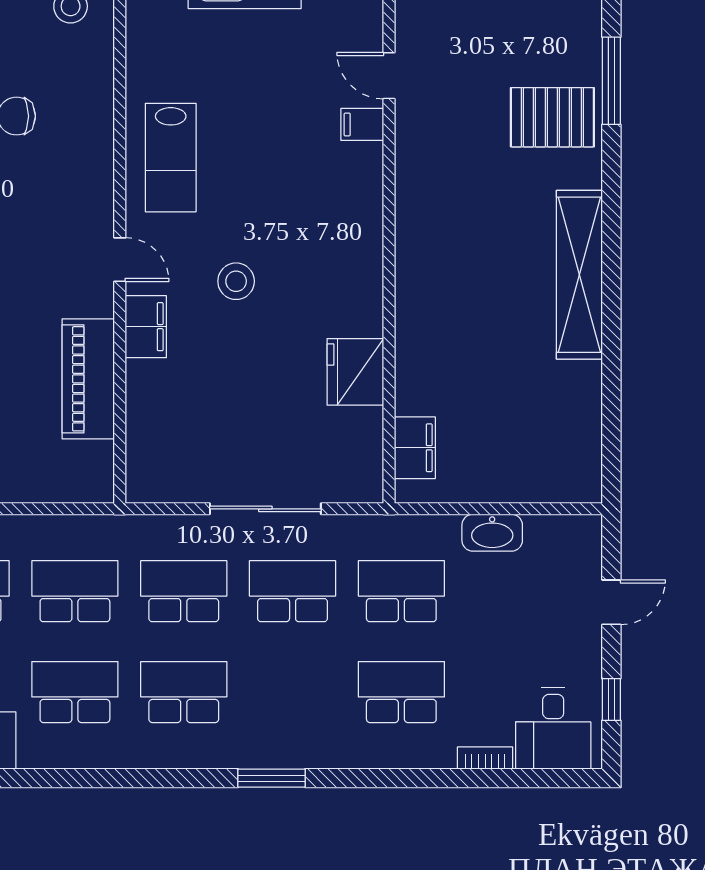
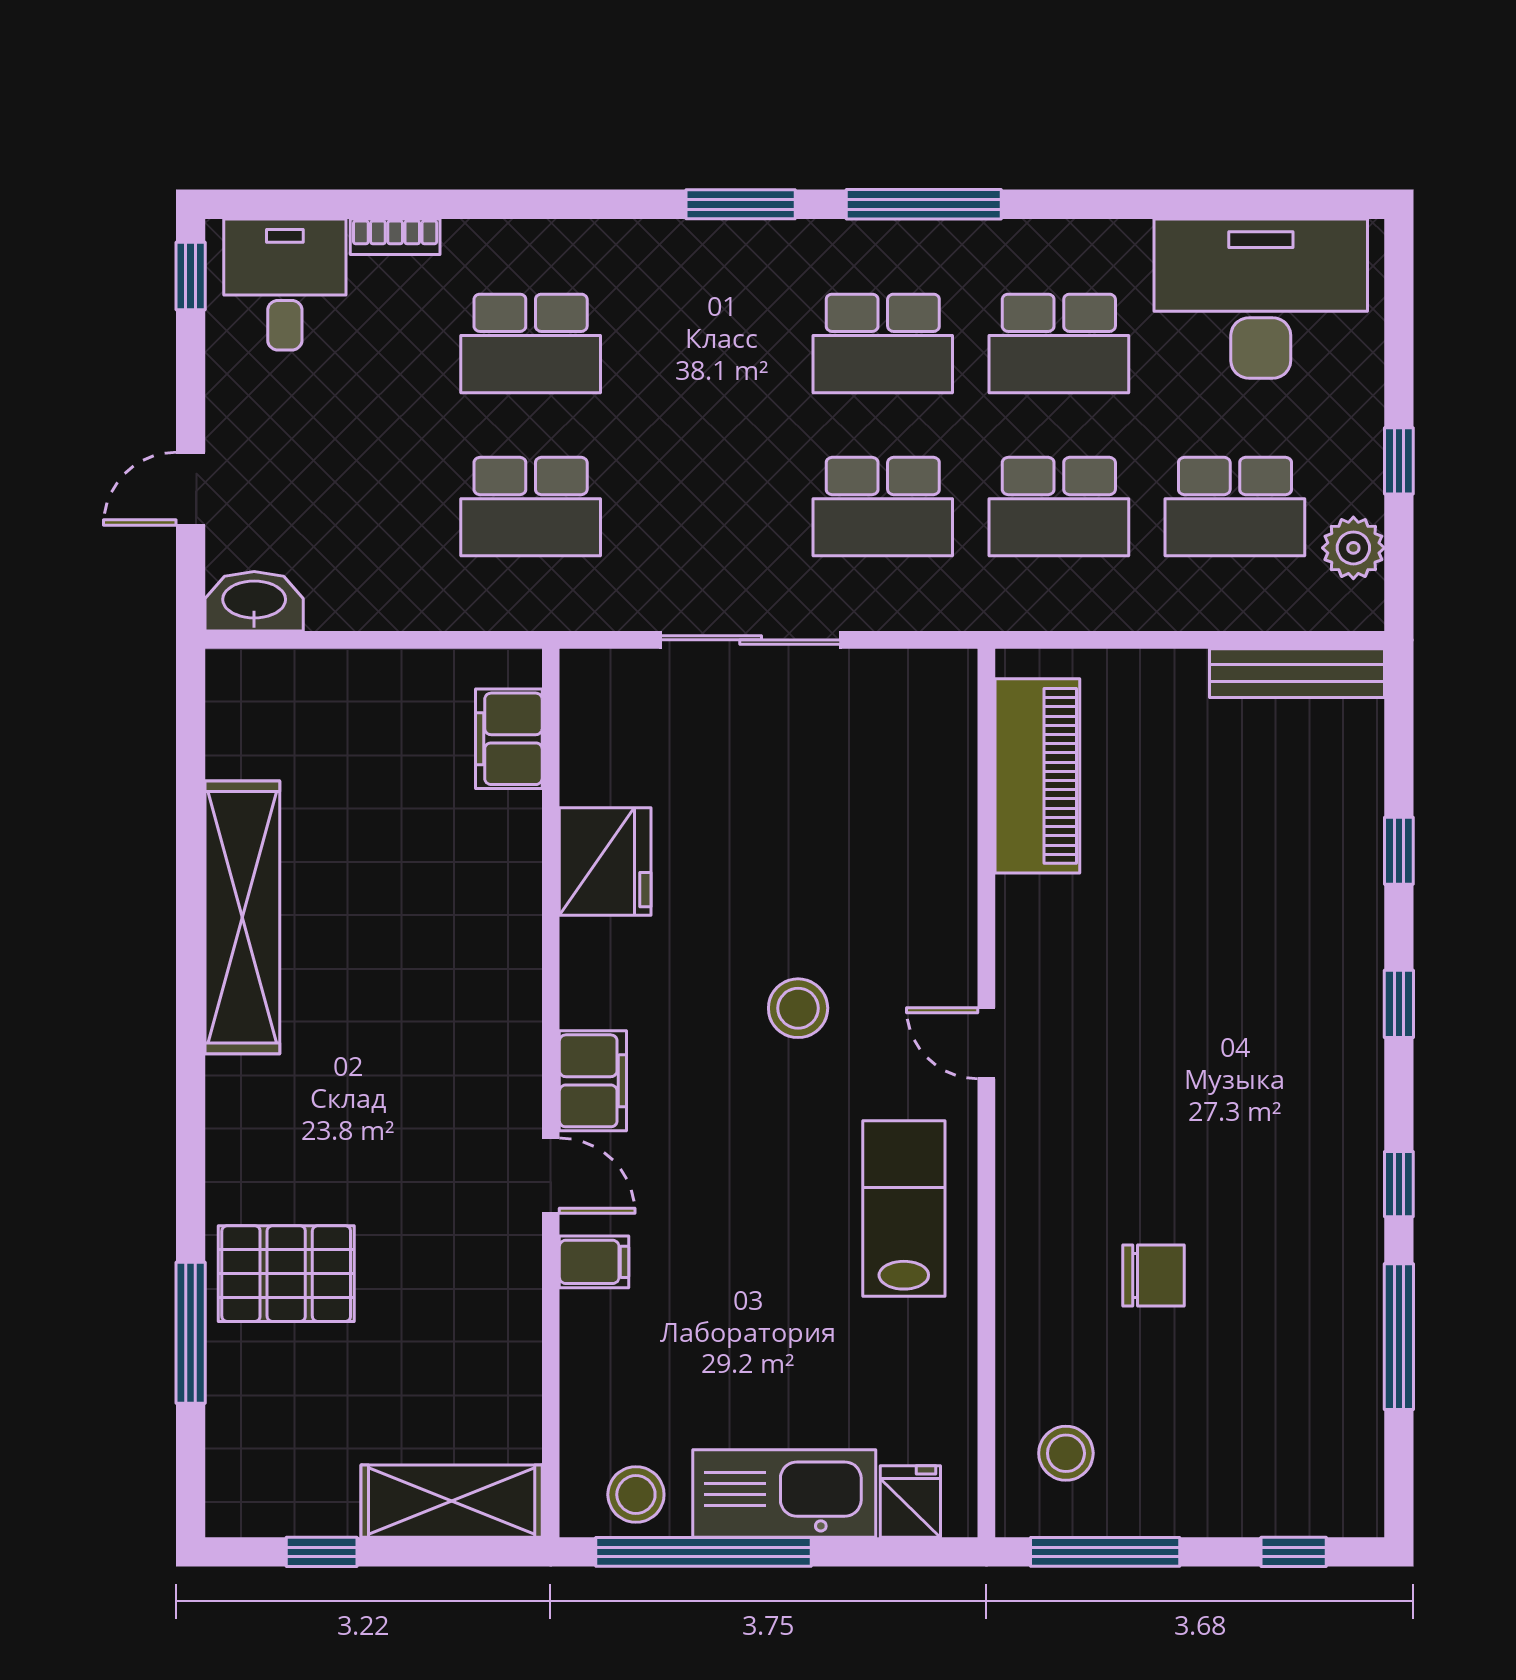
door: (389, 76) -> (551, 1176), moved
shelving: (579, 275) -> (242, 917), moved
filing cabinet: (146, 327) -> (593, 1081), moved, turned 180
piano: (88, 379) -> (1037, 776), moved
washbasin: (492, 533) -> (254, 601), moved
school desk: (293, 591) -> (707, 507), removed
window: (611, 700) -> (191, 276), moved
window: (158, 778) -> (924, 204), added

